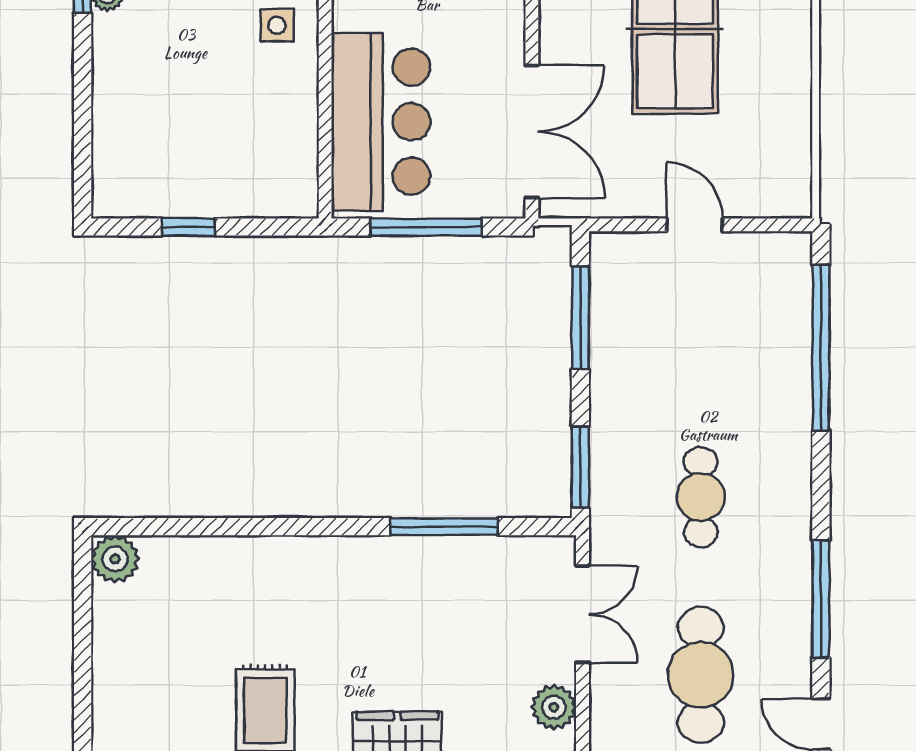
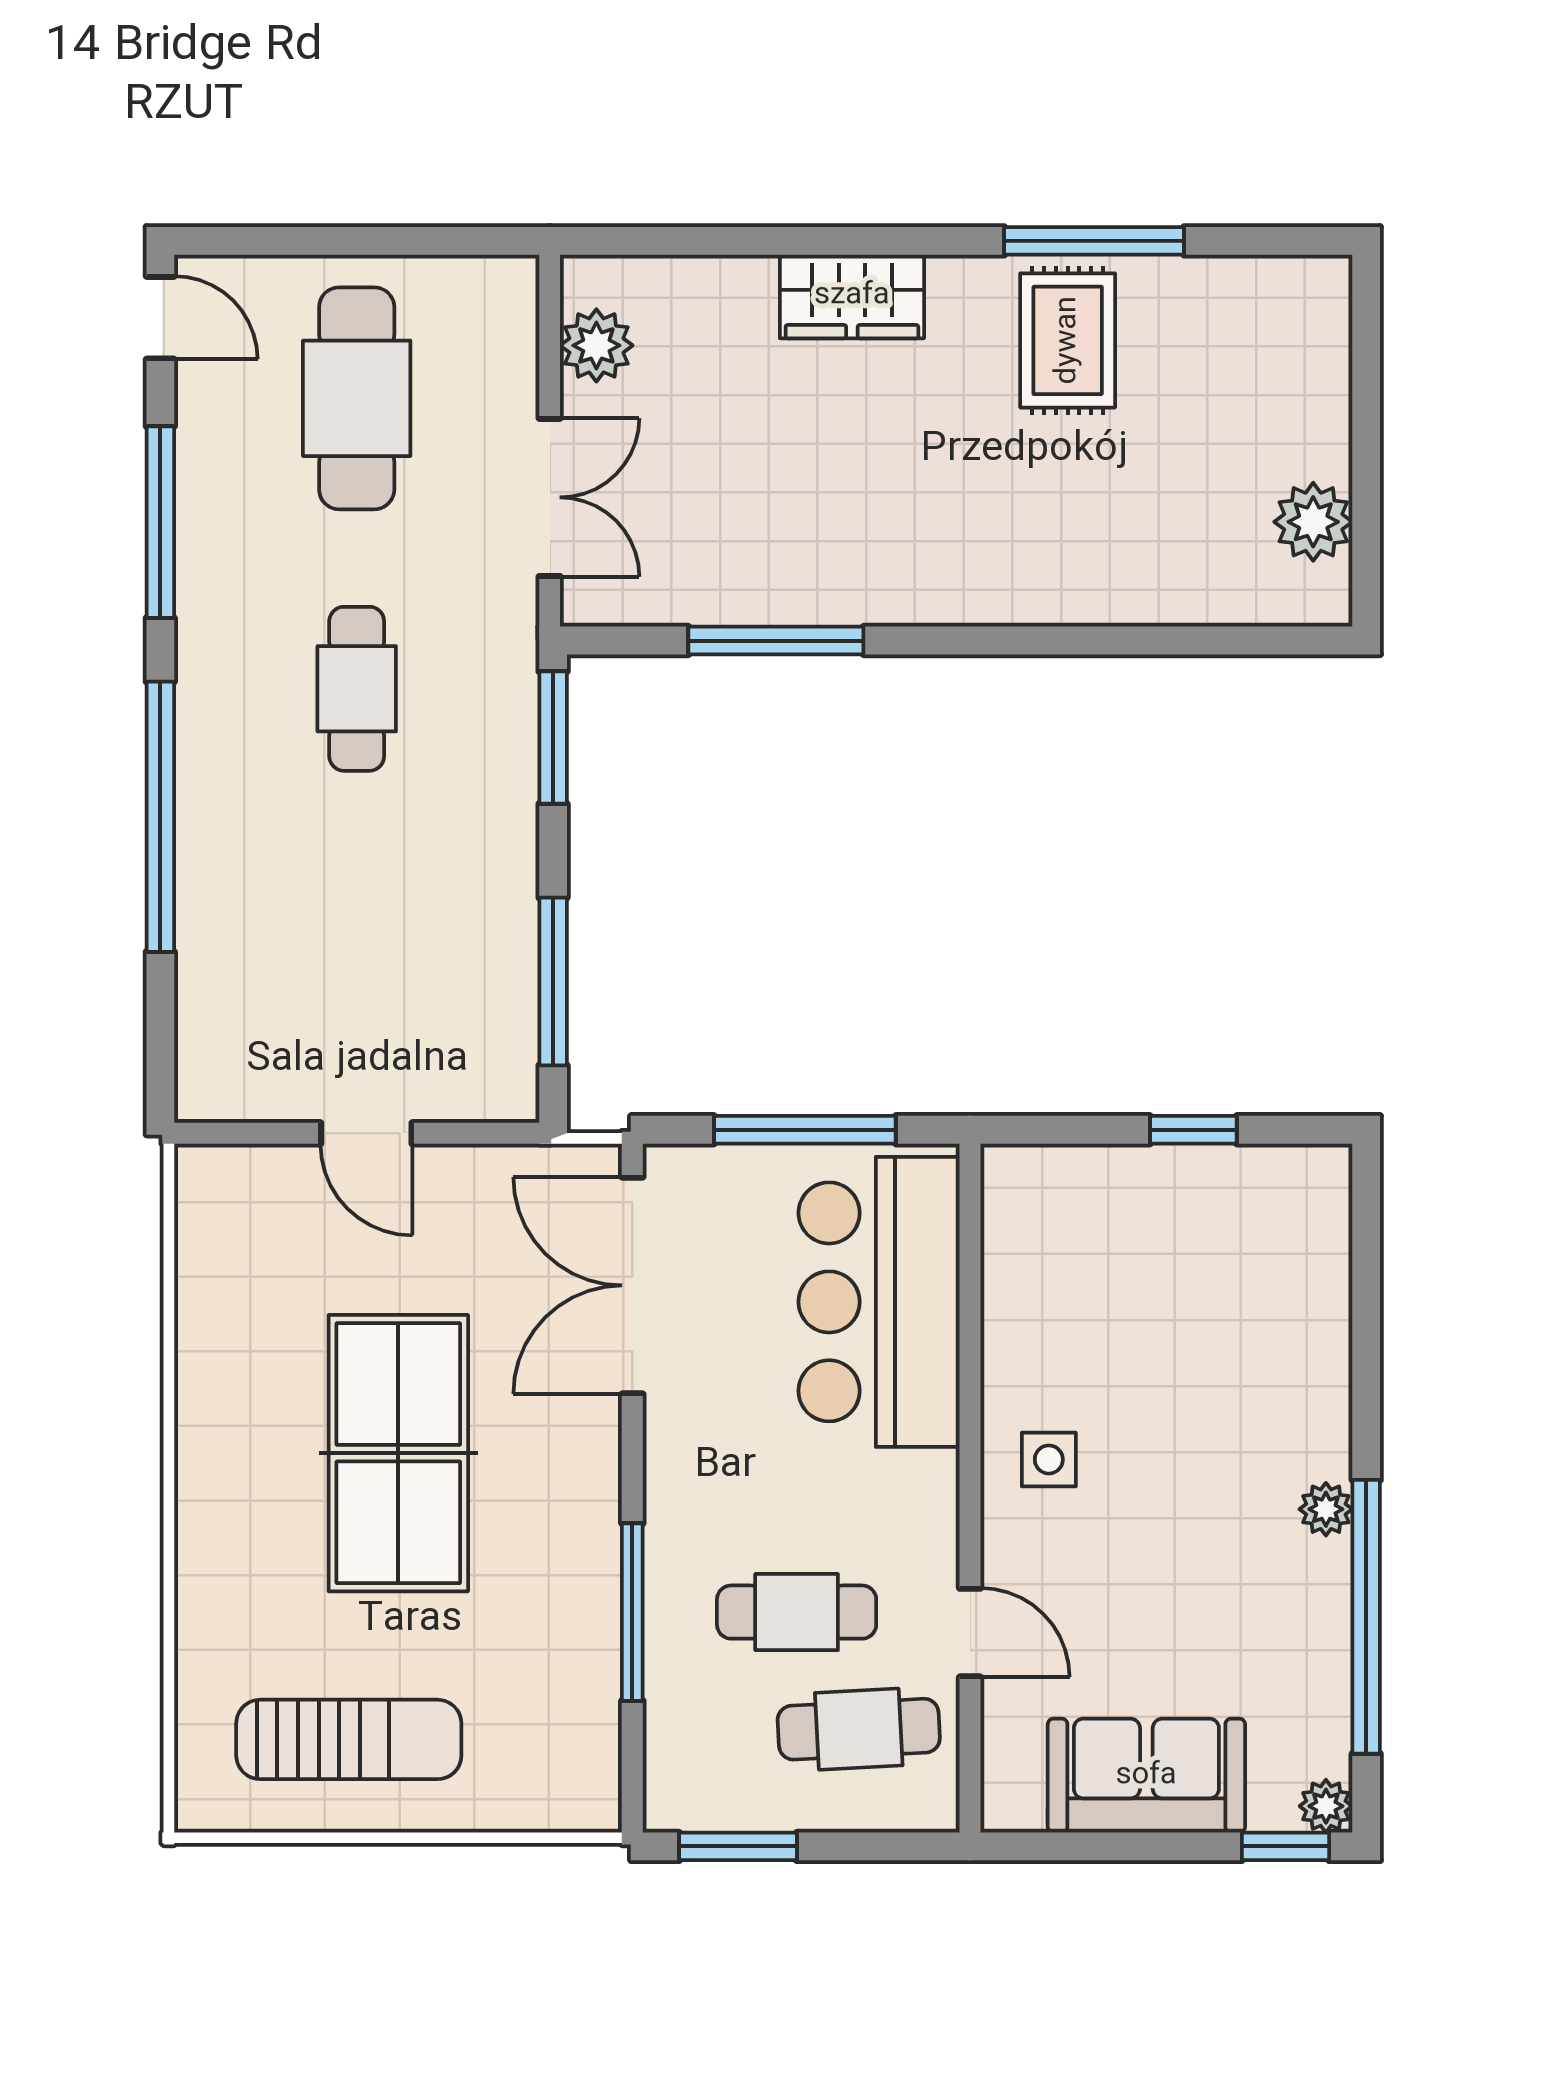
window: (821, 348) -> (160, 817), moved
plant: (115, 559) -> (1313, 522), moved
double door: (583, 614) -> (550, 497), swing flipped

